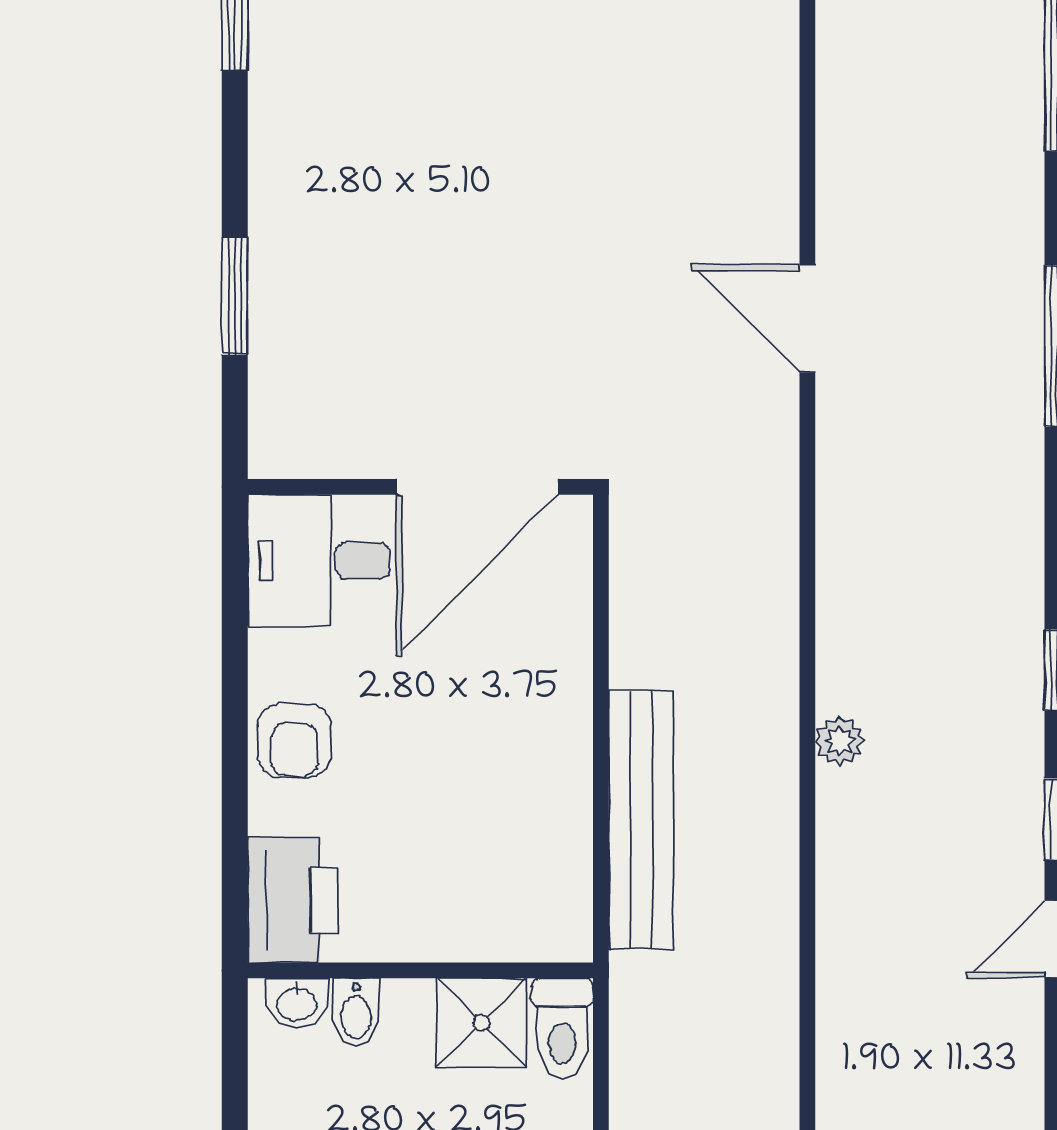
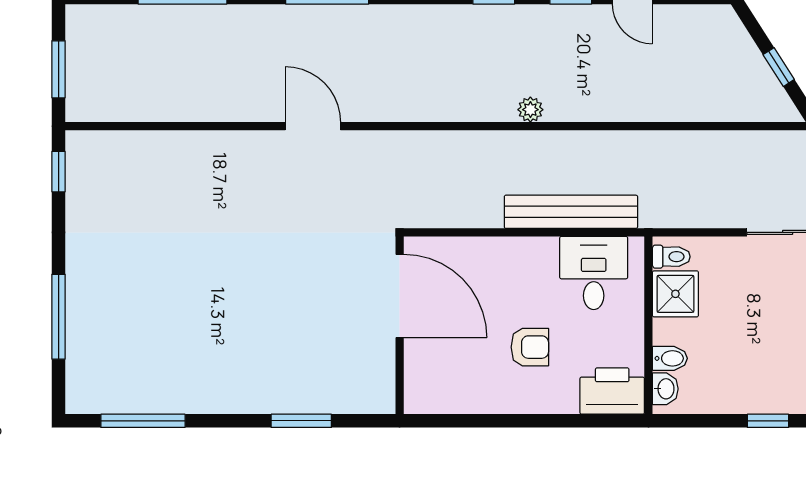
door: (807, 318) -> (313, 126), swing flipped
desk: (319, 561) -> (594, 273), moved, turned 180
armchair: (294, 741) -> (530, 347), moved
toilet: (562, 1029) -> (671, 257), width x0.73, depth x0.72

